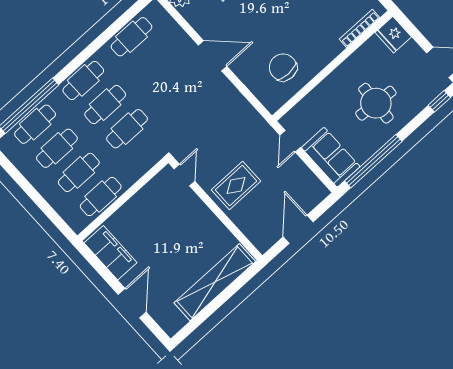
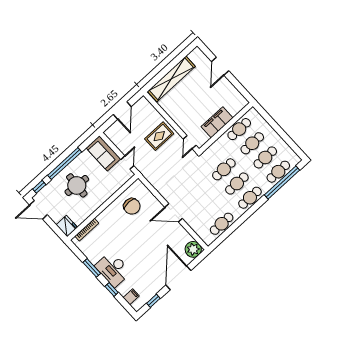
window: (373, 161) -> (65, 164), moved
filing cabinet: (111, 253) -> (217, 122), moved, turned 90

